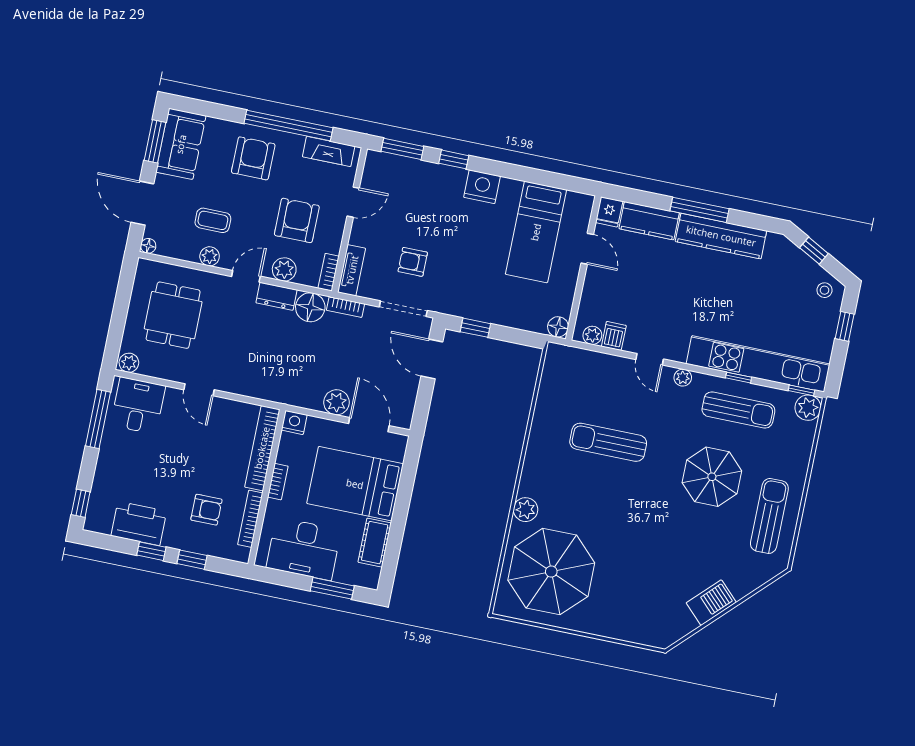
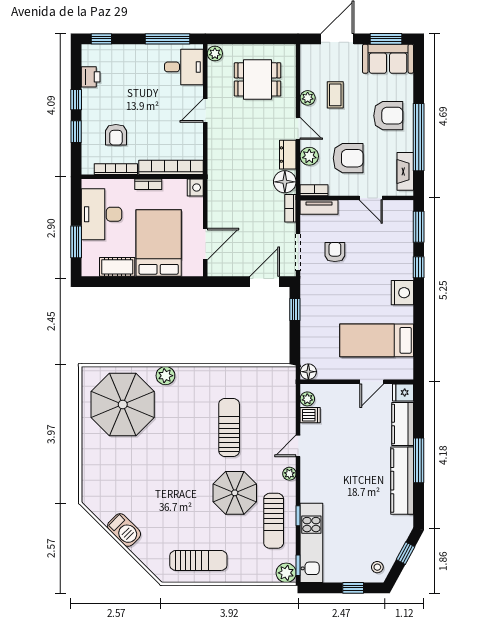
floor lamp: (148, 246) -> (306, 50), removed
kitchen unit: (758, 364) -> (311, 543), width x0.73
plant: (336, 402) -> (217, 216), removed
parasol: (712, 477) -> (235, 493), moved
printer: (139, 523) -> (91, 77), width x0.53, depth x0.68

